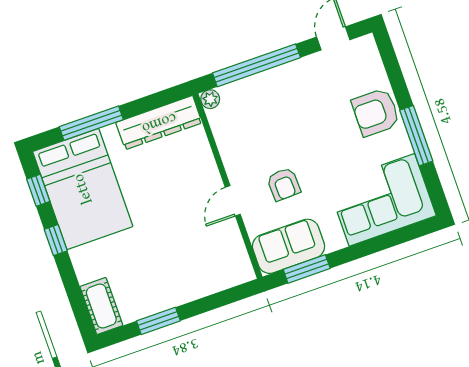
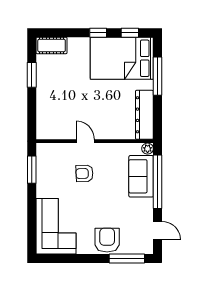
window: (416, 136) -> (127, 259), moved
sofa: (289, 246) -> (141, 176), moved, turned 180

